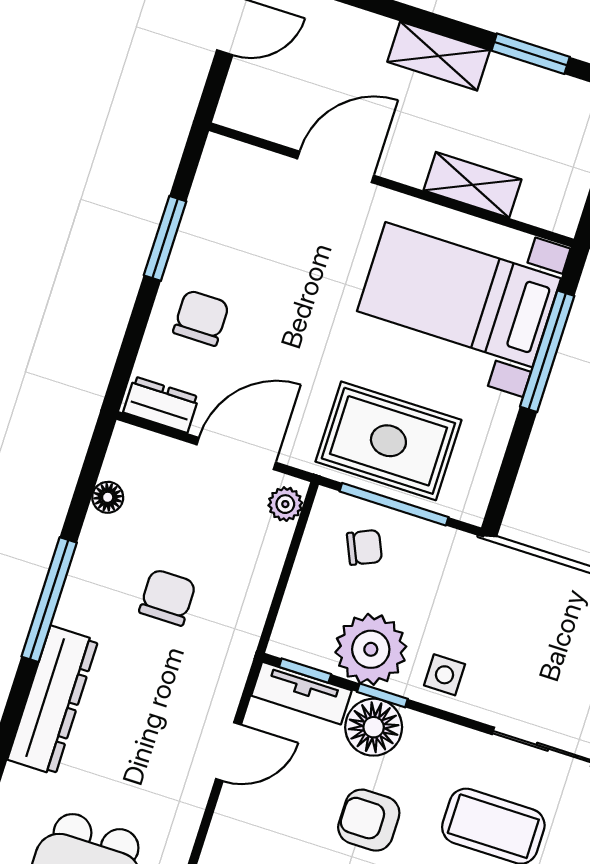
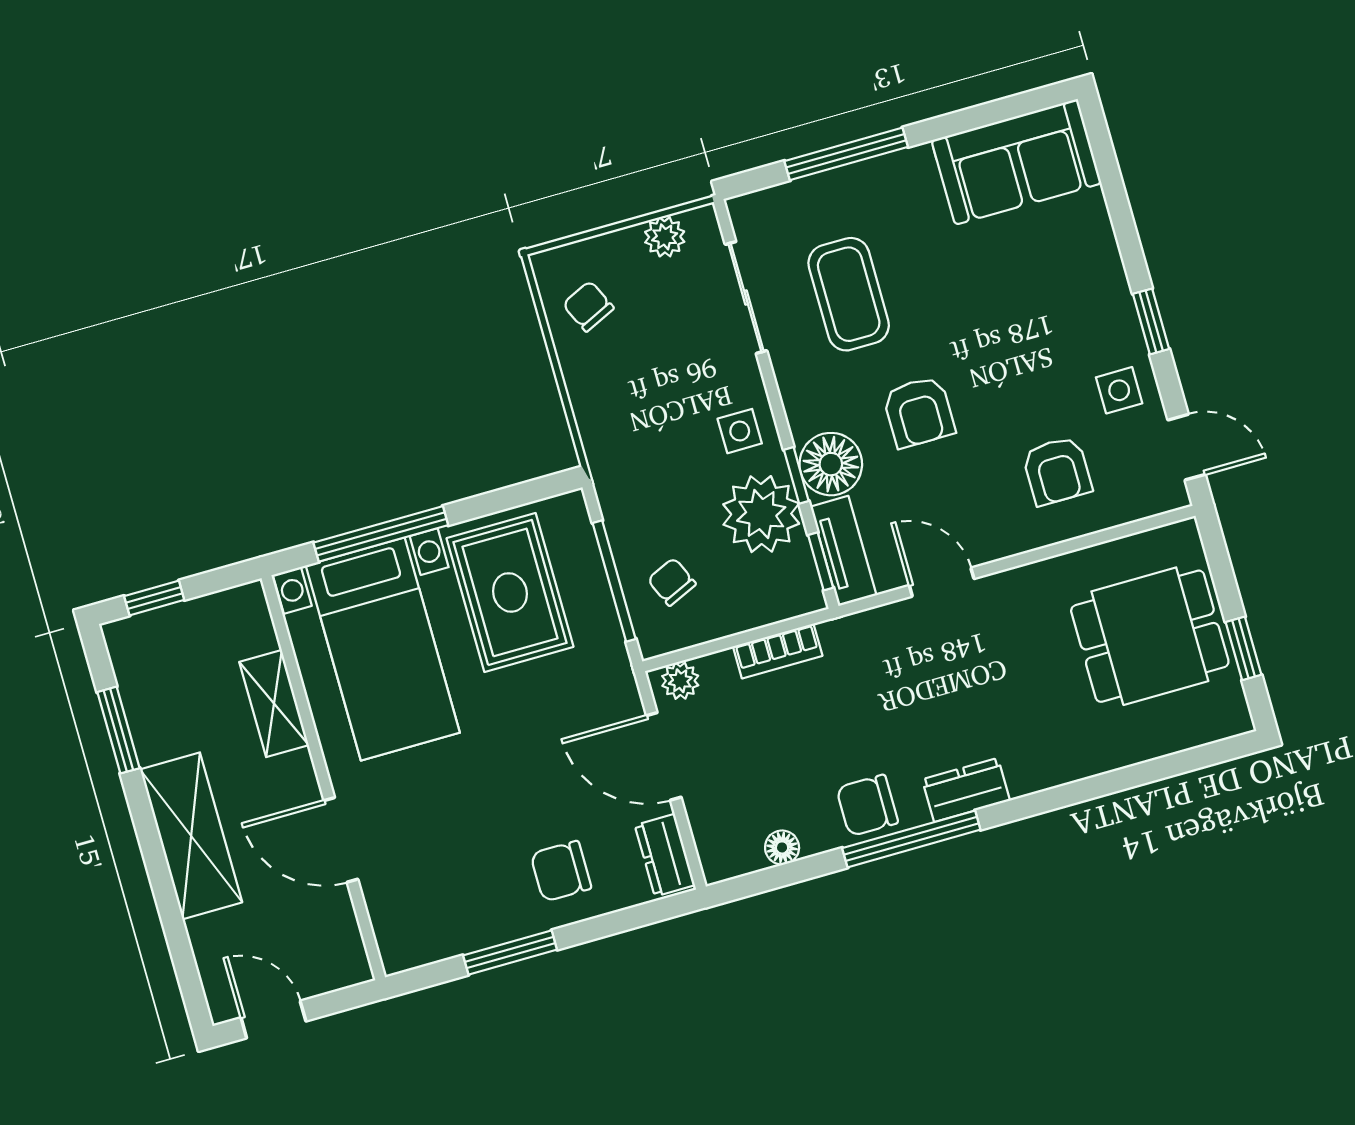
shelving: (439, 56) -> (191, 836), width x1.50, depth x1.33
rug: (388, 441) -> (510, 592), moved
bookcase: (259, 593) -> (778, 651), added
chair: (167, 597) -> (867, 805), moved
dresser: (53, 700) -> (966, 790), width x0.51, depth x0.80

